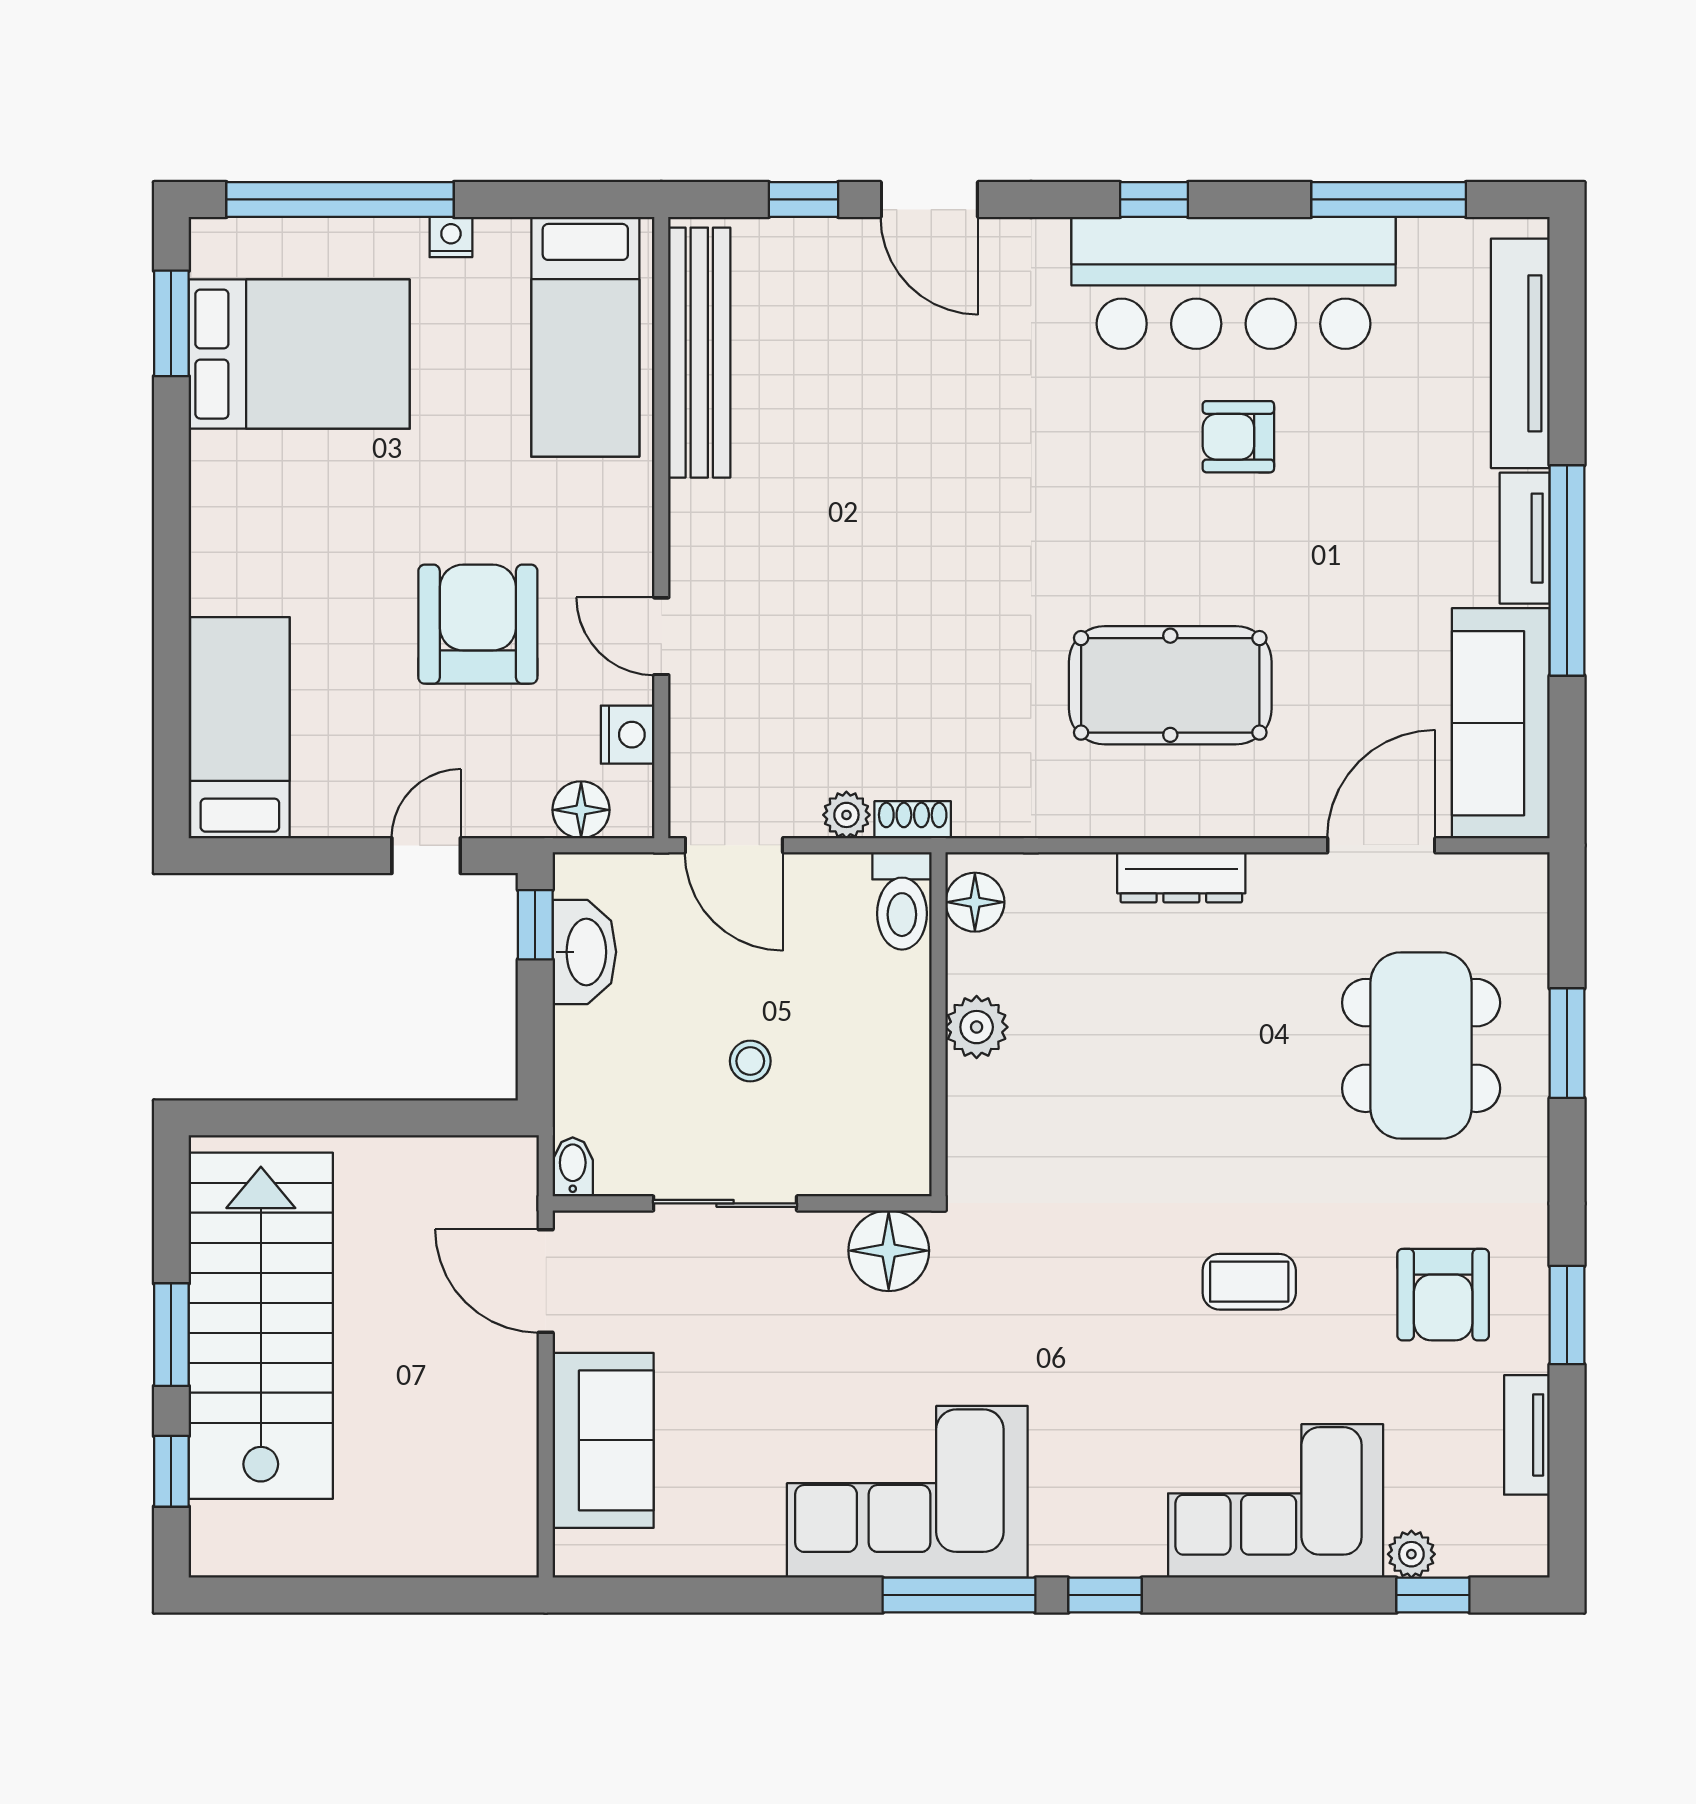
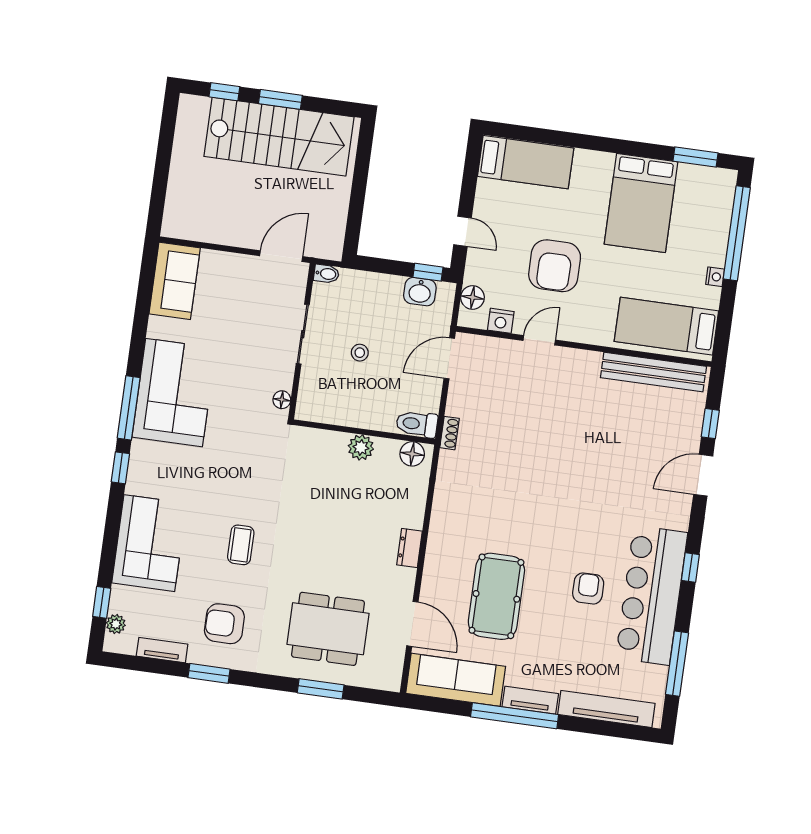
bed: (299, 354) -> (641, 203), moved
armchair: (478, 624) -> (555, 266), turned 90
pool table: (1170, 685) -> (496, 596), moved
plant: (846, 815) -> (455, 406), removed
dresser: (1181, 877) -> (410, 548), width x0.70
washbasin: (584, 952) -> (420, 292), width x0.72
floor lamp: (889, 1251) -> (282, 400), width x0.53, depth x0.53
sofa: (603, 1440) -> (175, 281), moved, turned -90
plant: (1411, 1554) -> (116, 624), moved

